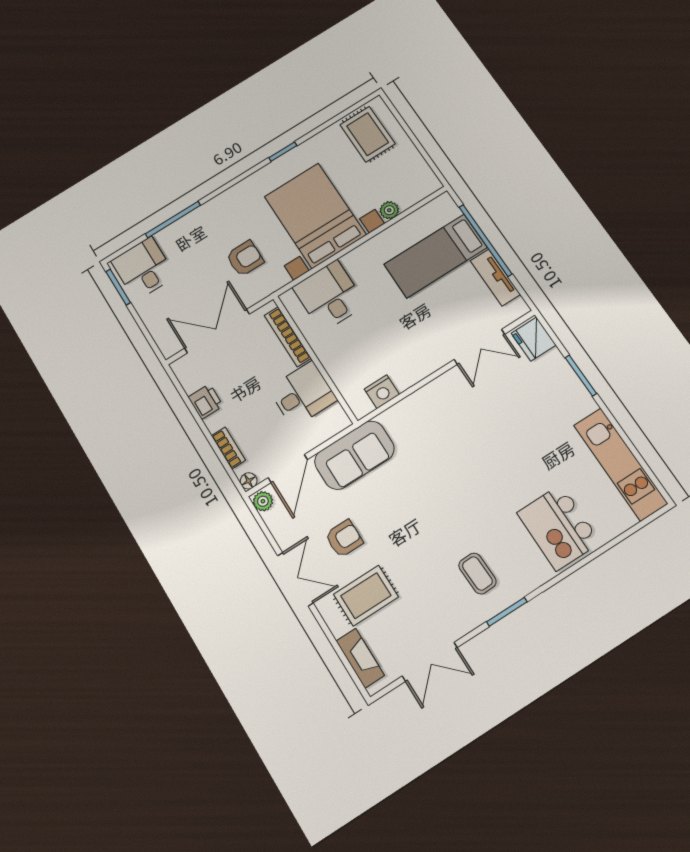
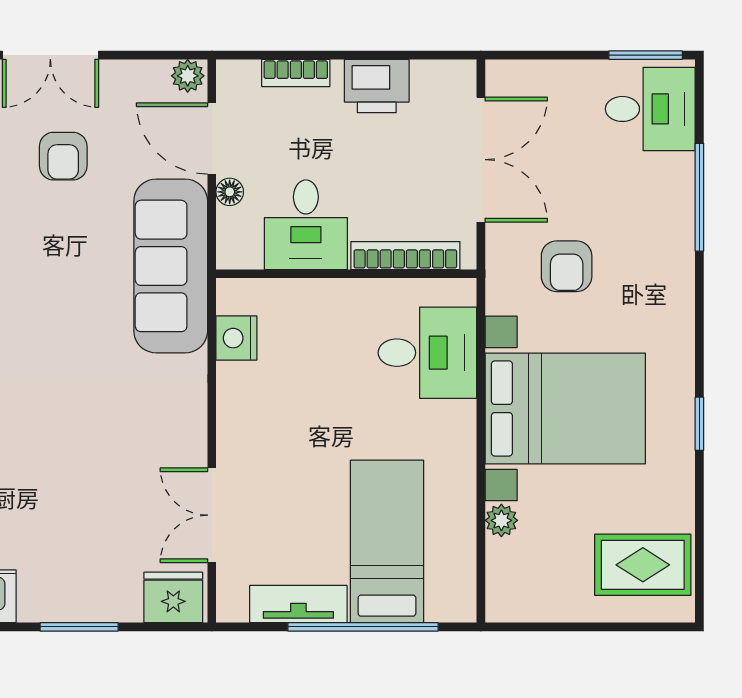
printer: (206, 402) -> (377, 86), width x1.36, depth x1.24
sofa: (354, 455) -> (171, 266), width x1.36
floor lamp: (249, 481) -> (230, 192), moved

